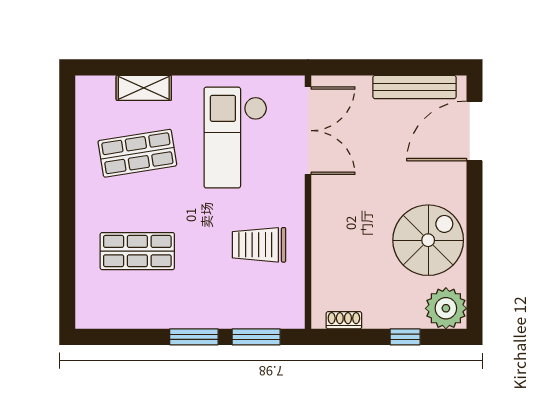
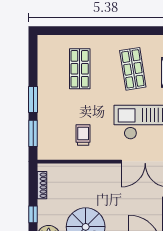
trolley: (259, 245) -> (83, 135), width x0.73, depth x0.72
shoe rack: (344, 320) -> (42, 185), width x1.43

